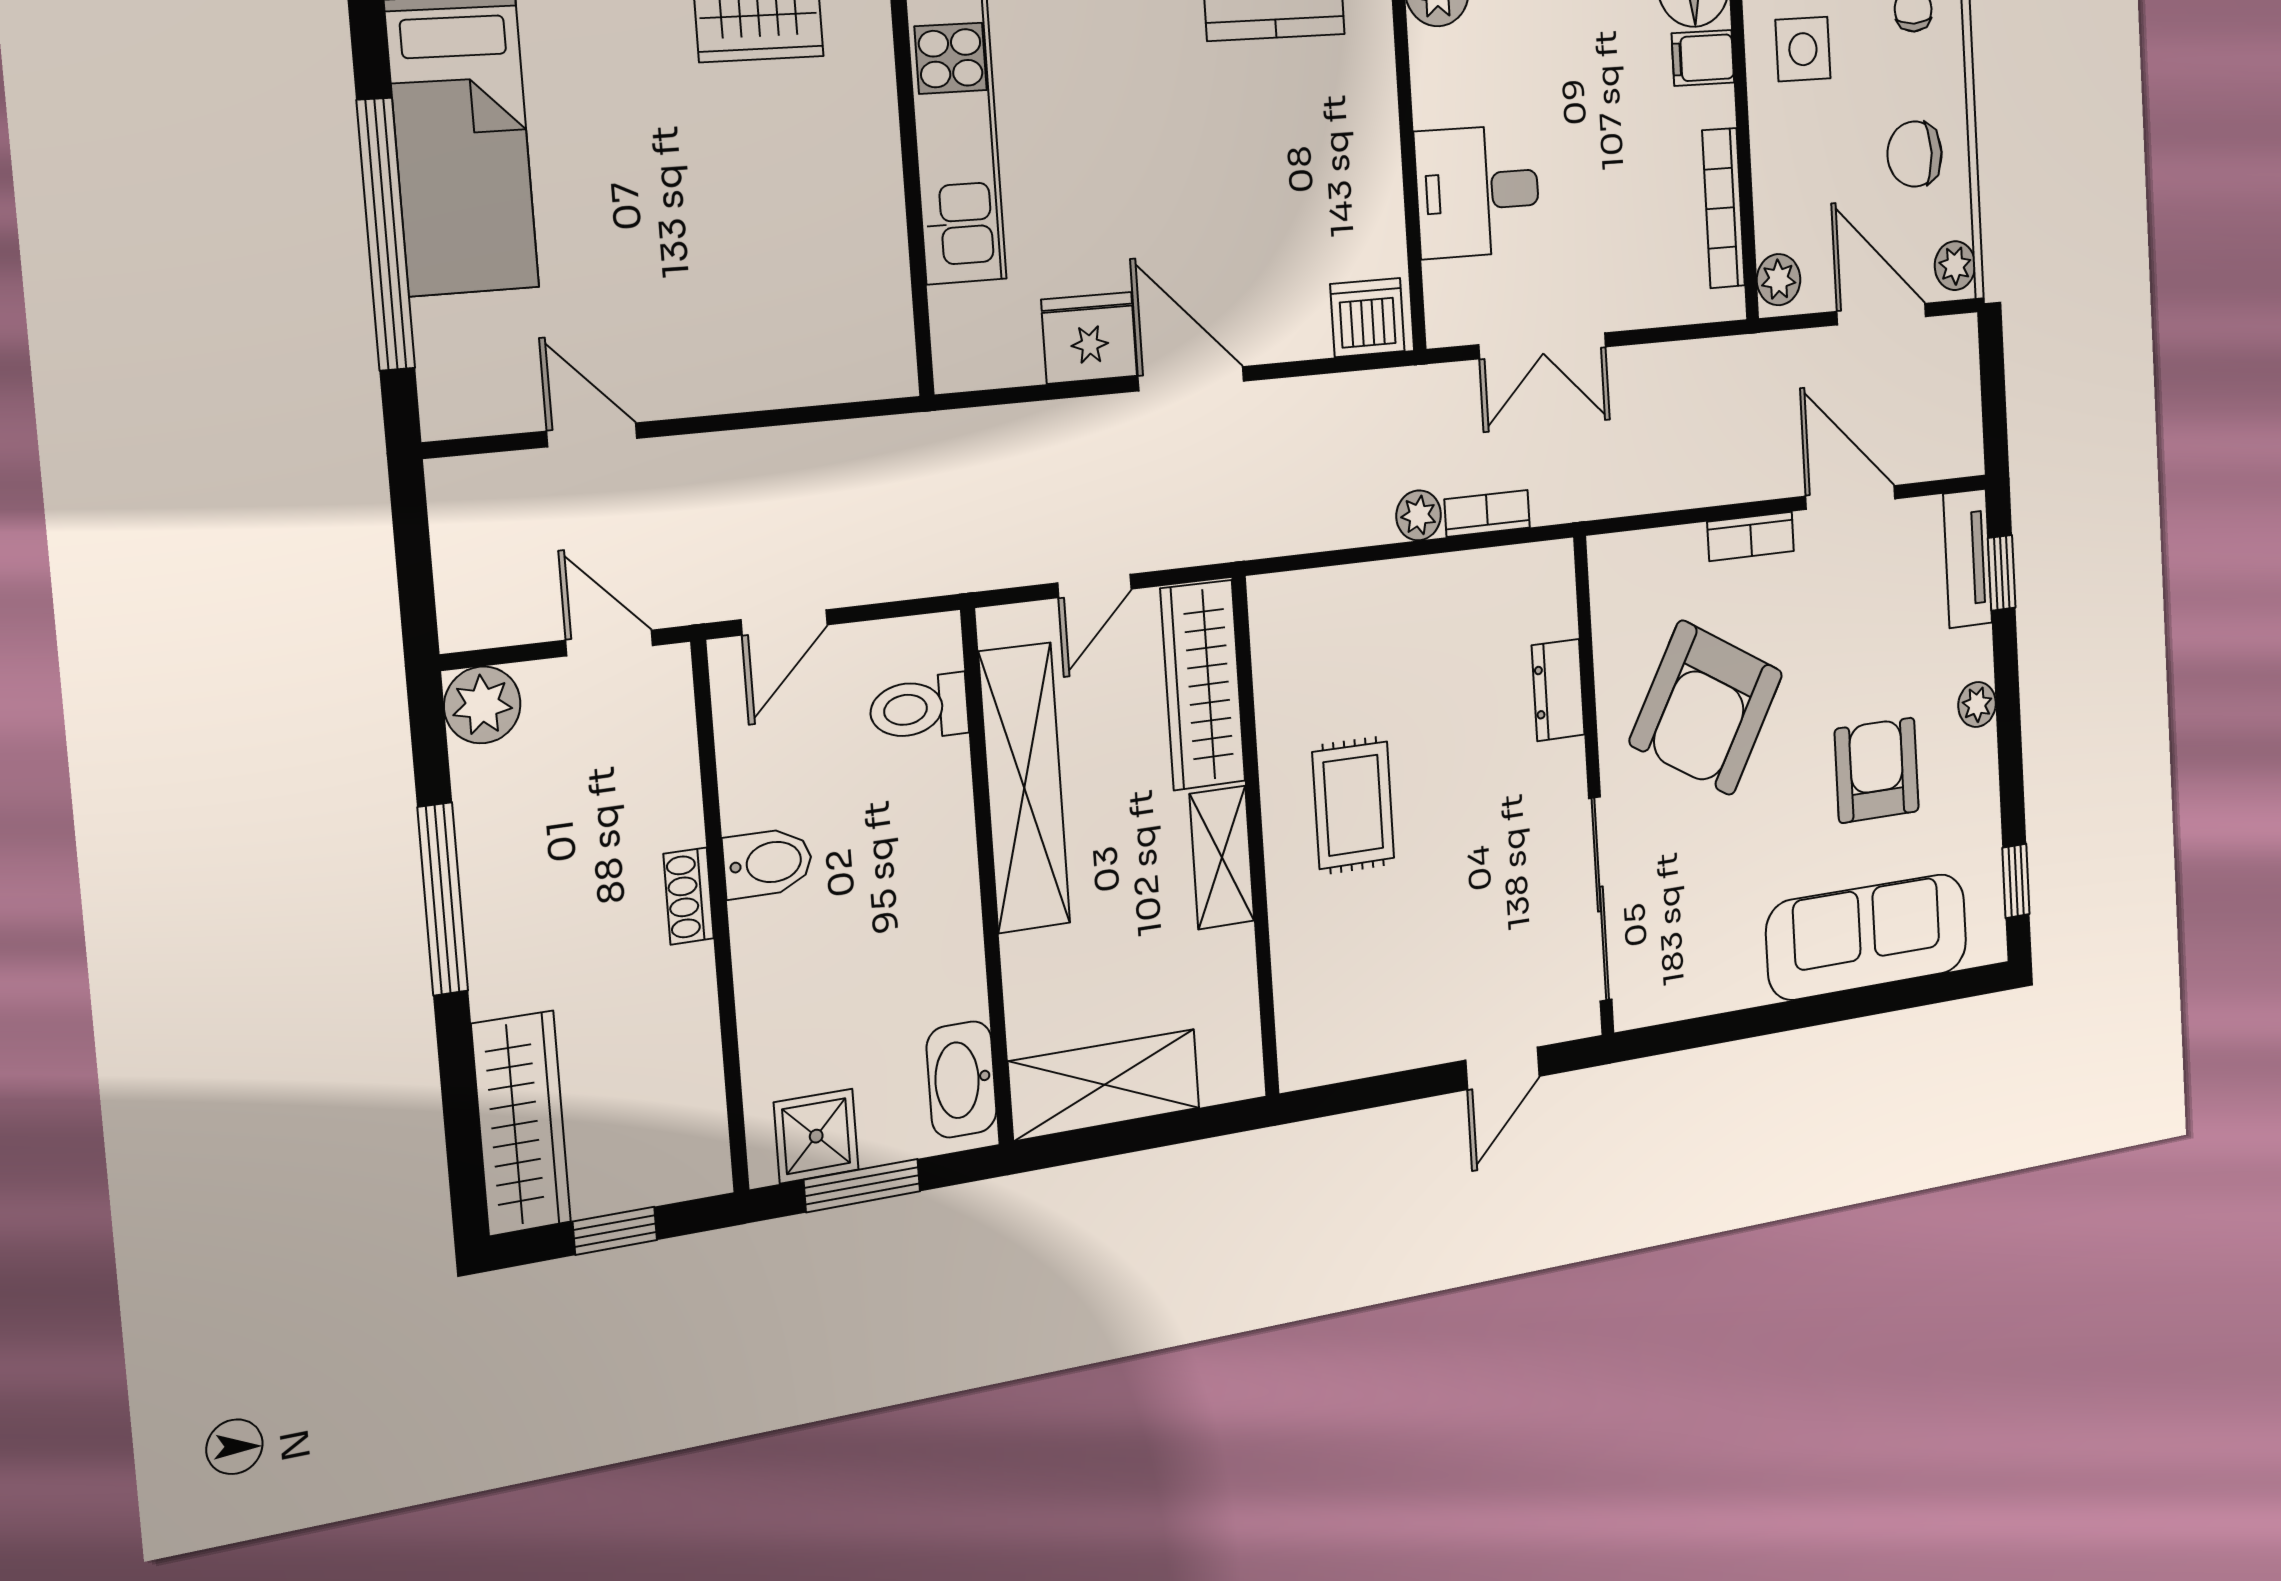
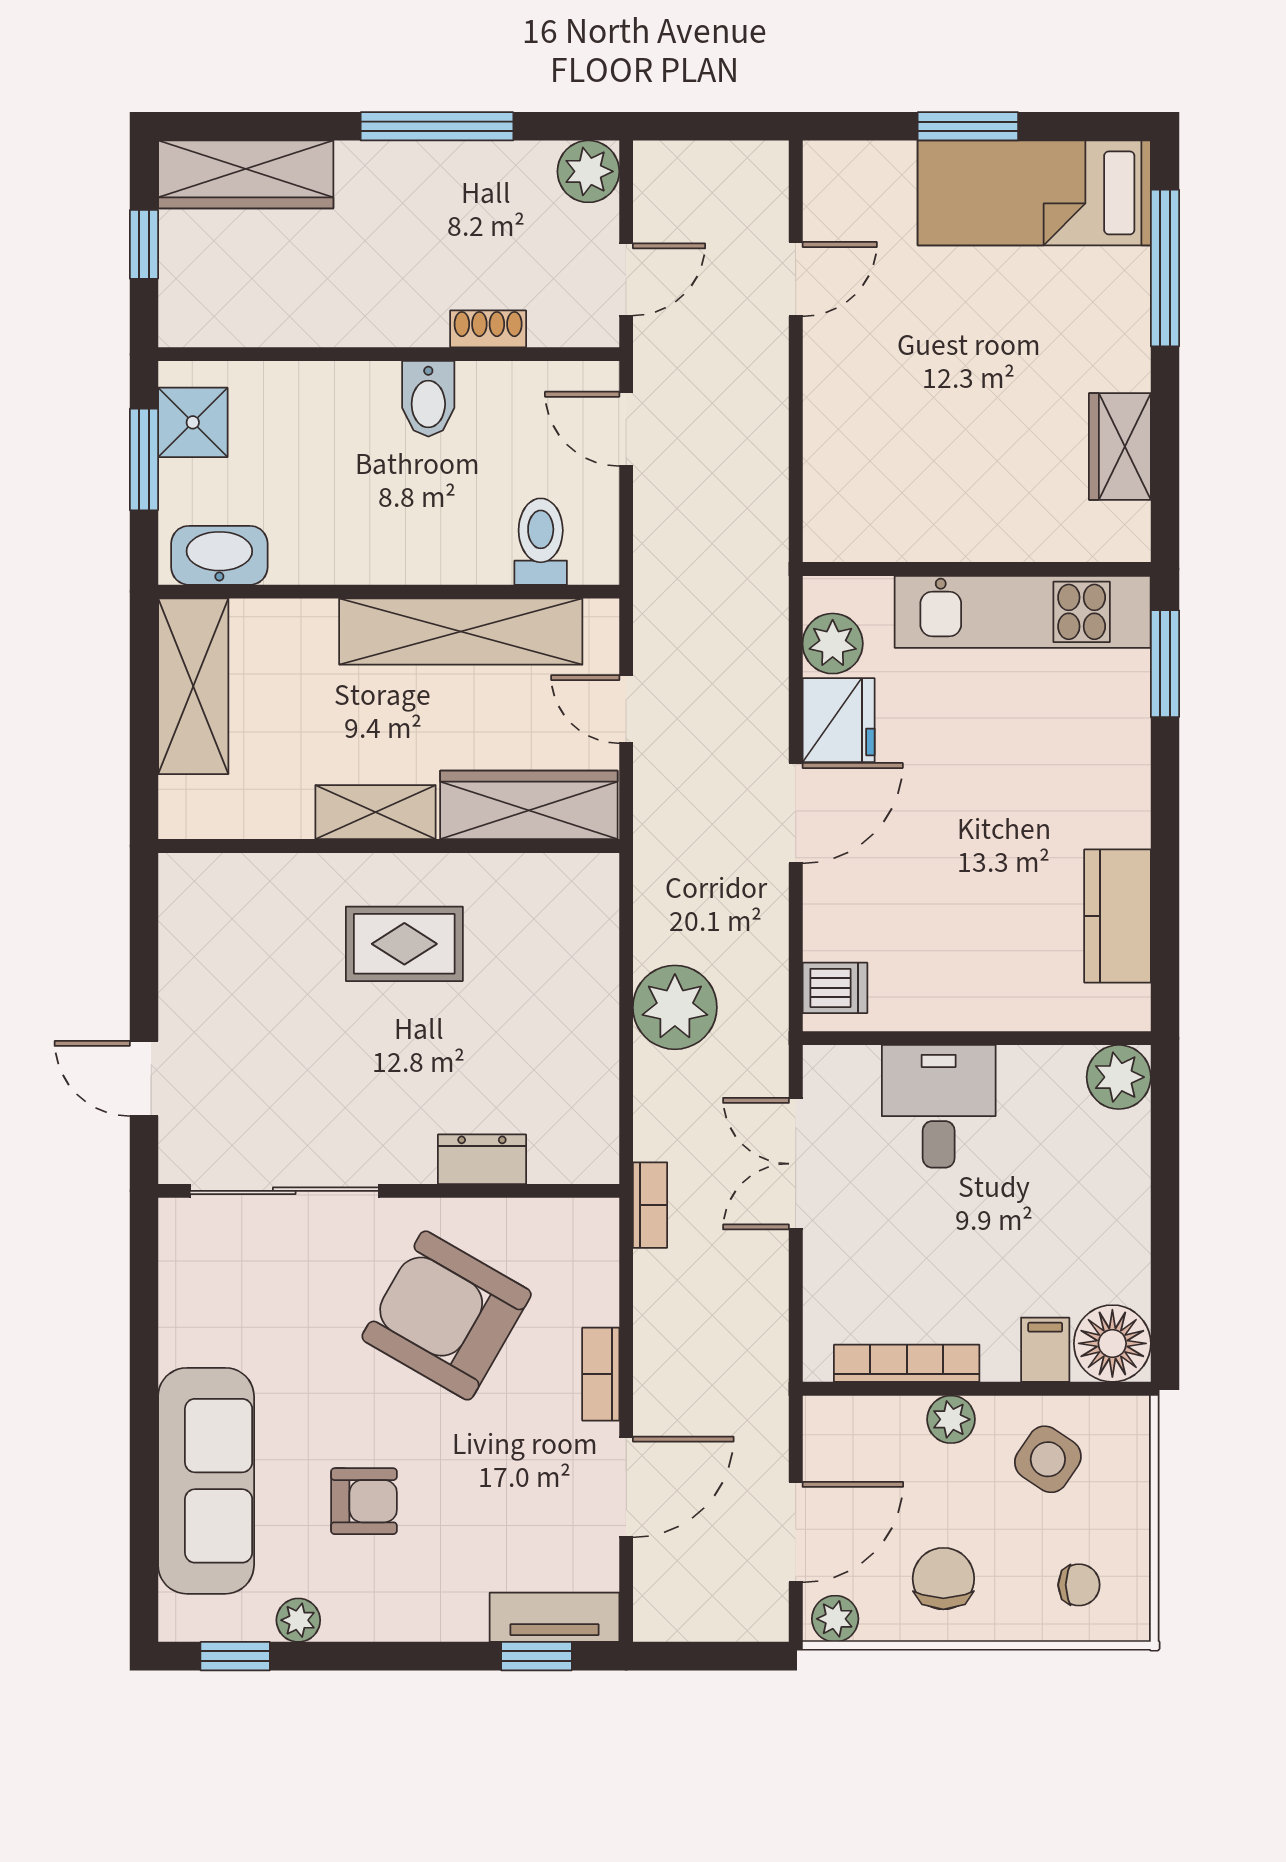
side table: (1803, 49) -> (1048, 1459), turned 34
window: (386, 234) -> (968, 126), width x0.47
plant: (1779, 280) -> (951, 1419), moved
dishwasher: (1367, 318) -> (835, 988), width x0.73
plant: (1007, 352) -> (833, 644), added
bookcase: (1487, 513) -> (650, 1205), moved
plant: (1419, 515) -> (675, 1007), width x1.88, depth x1.88
plant: (1977, 705) -> (298, 1620), moved
armchair: (1877, 770) -> (364, 1501), width x0.72, depth x0.72
shoe rack: (689, 896) -> (488, 329), moved

